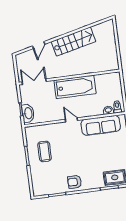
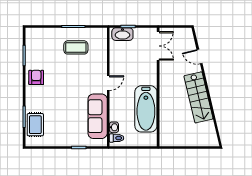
bathtub: (75, 87) -> (146, 109), moved

